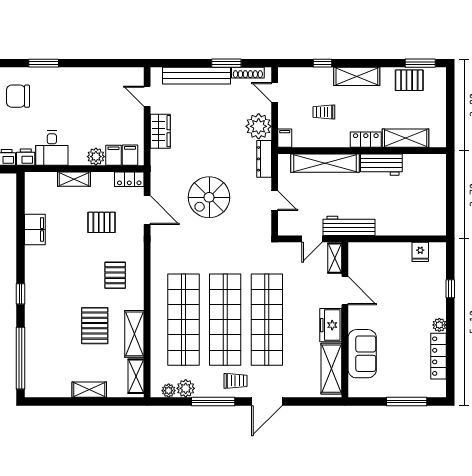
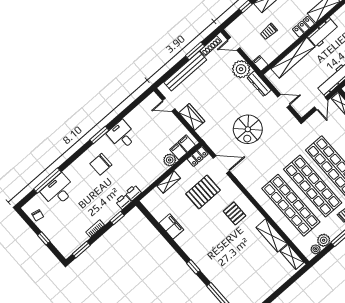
desk: (52, 148) -> (122, 135), moved, turned 180
pallet: (102, 222) -> (203, 192), width x1.50, depth x1.42
pallet: (95, 326) -> (247, 249), removed
shelving: (89, 390) -> (274, 285), removed

